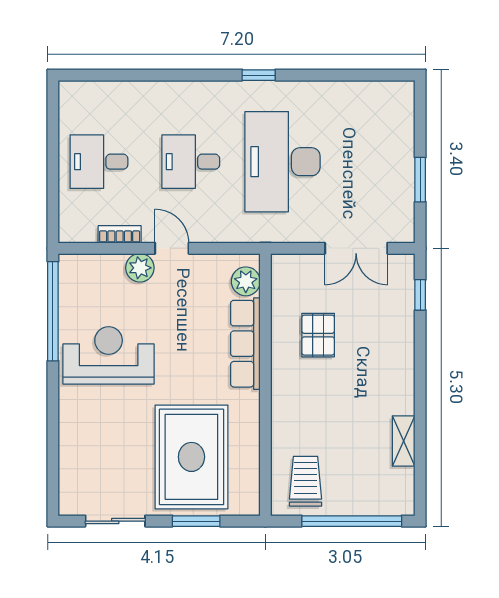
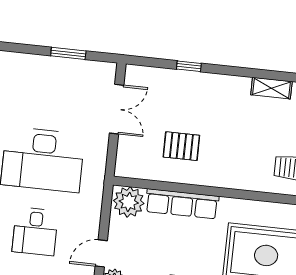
plant: (246, 281) -> (129, 202), width x1.36, depth x1.36
window: (420, 295) -> (189, 66), moved

